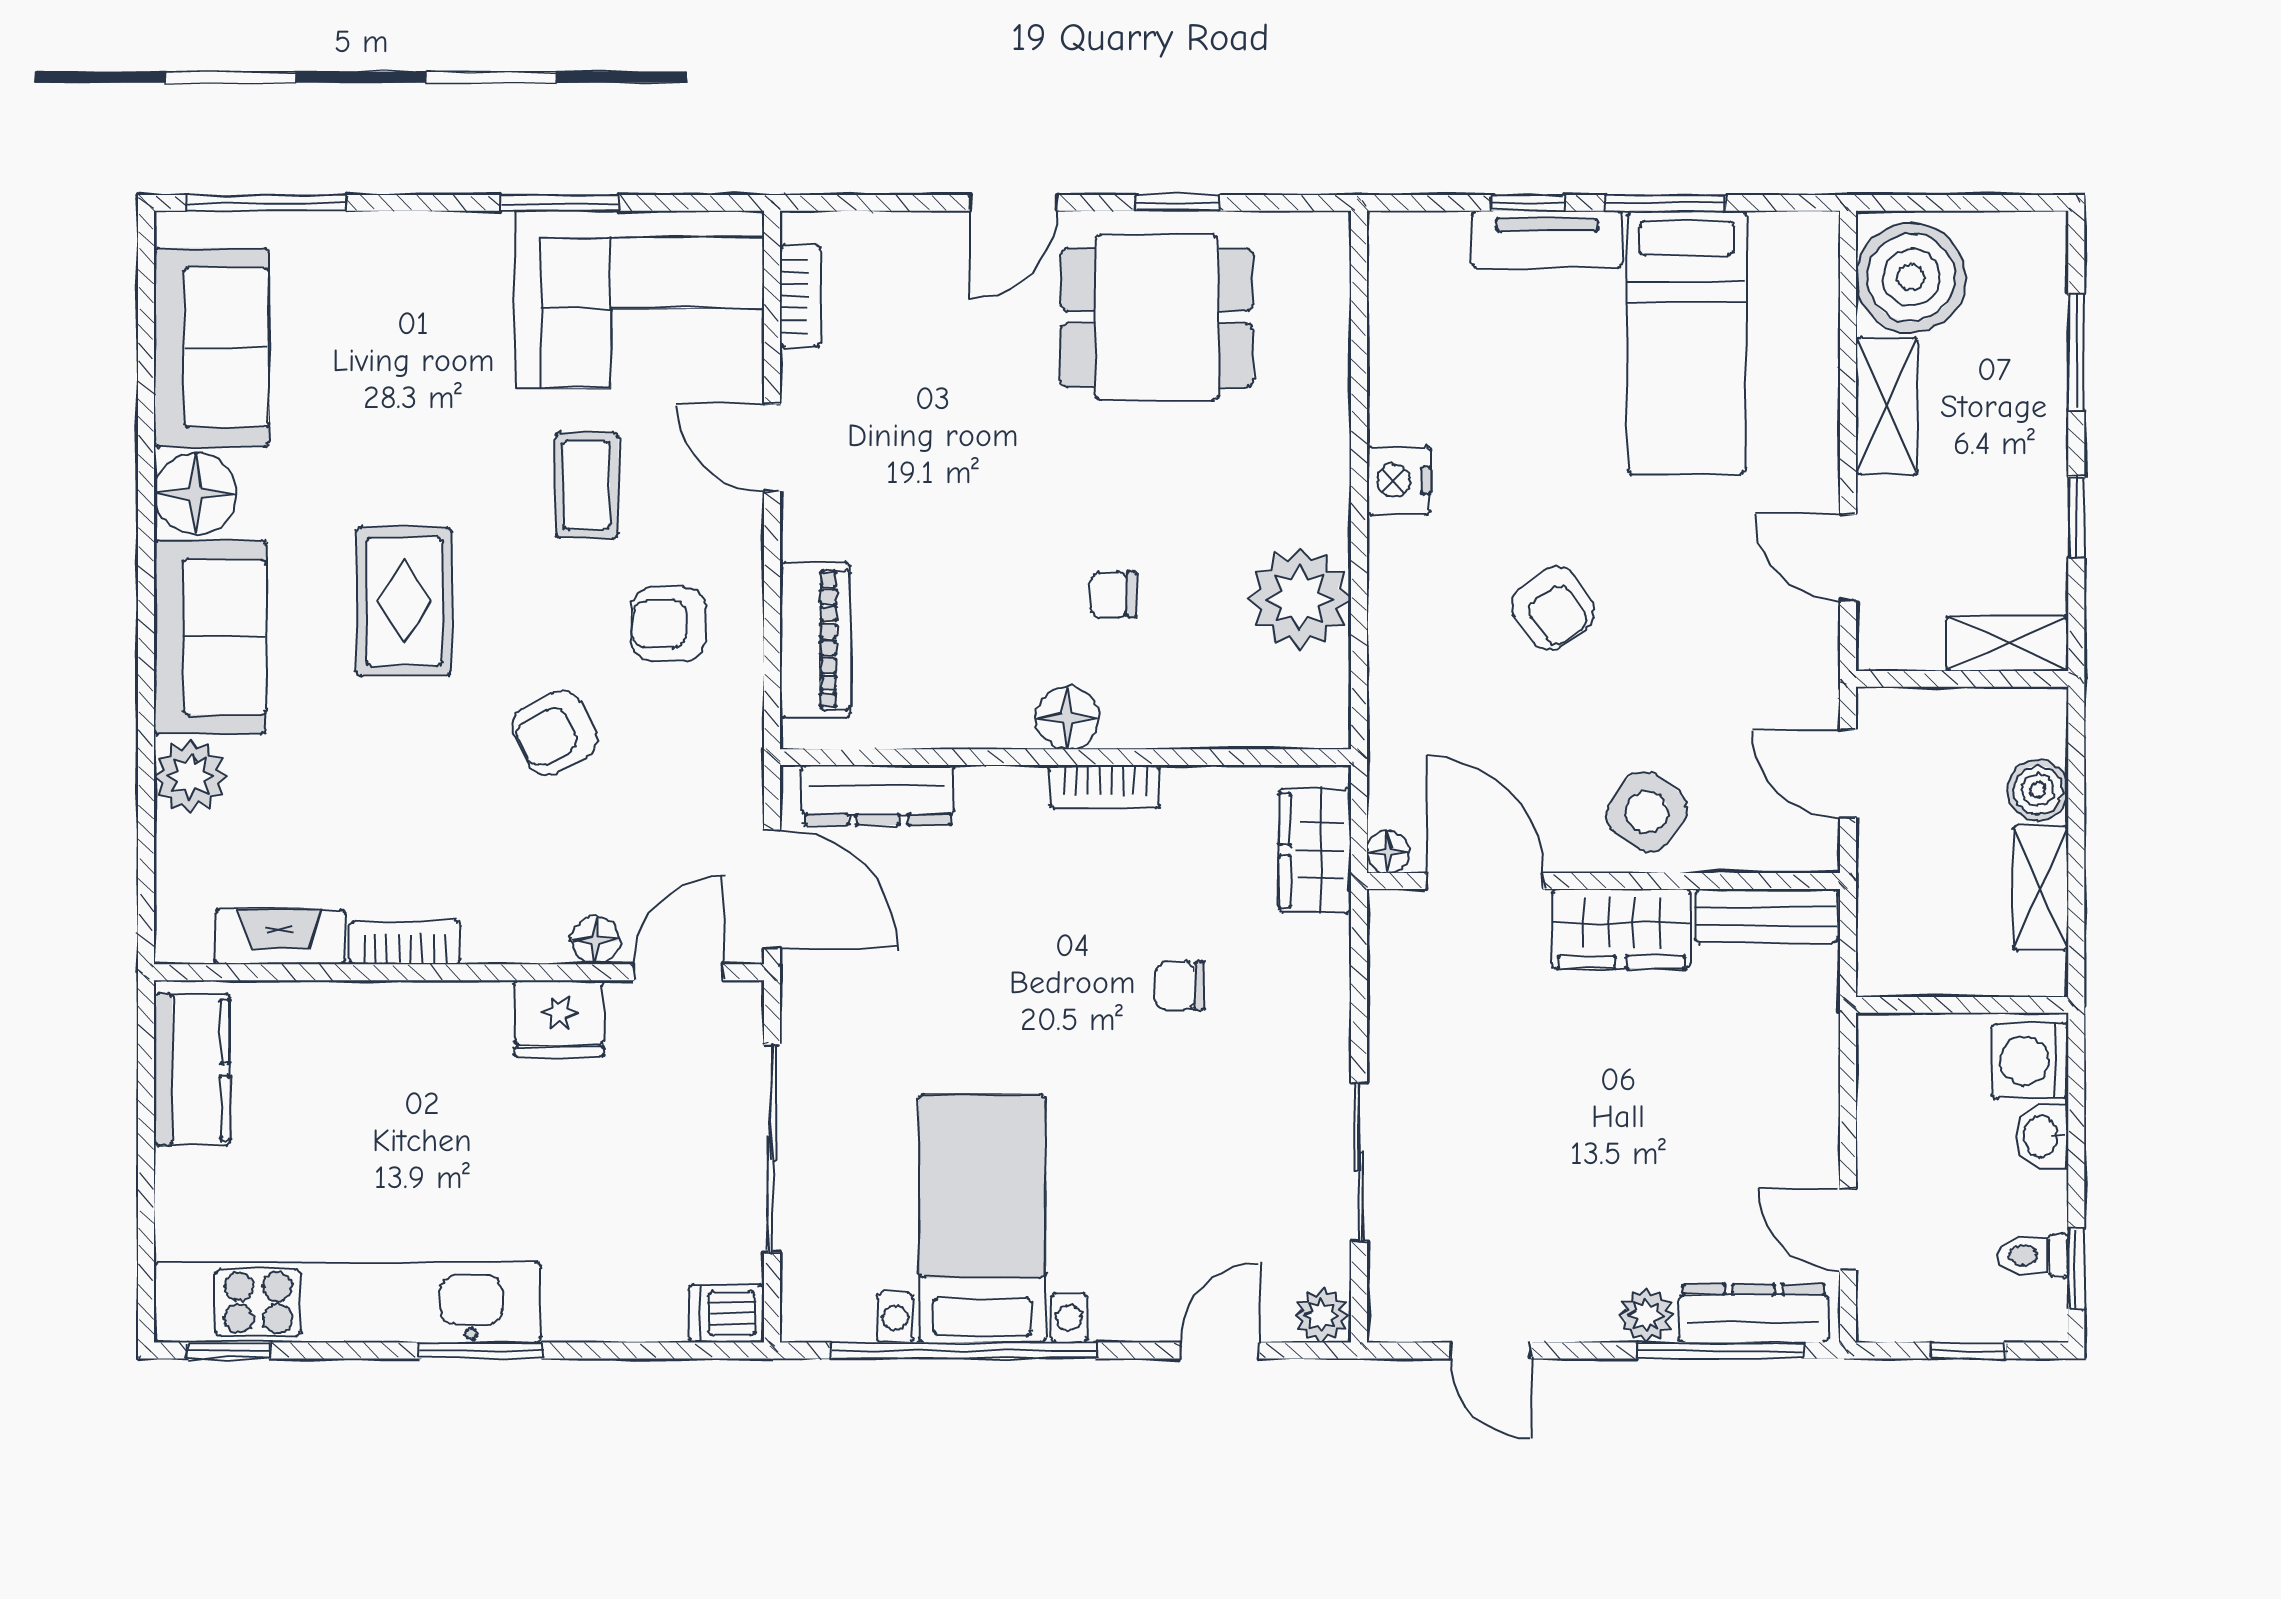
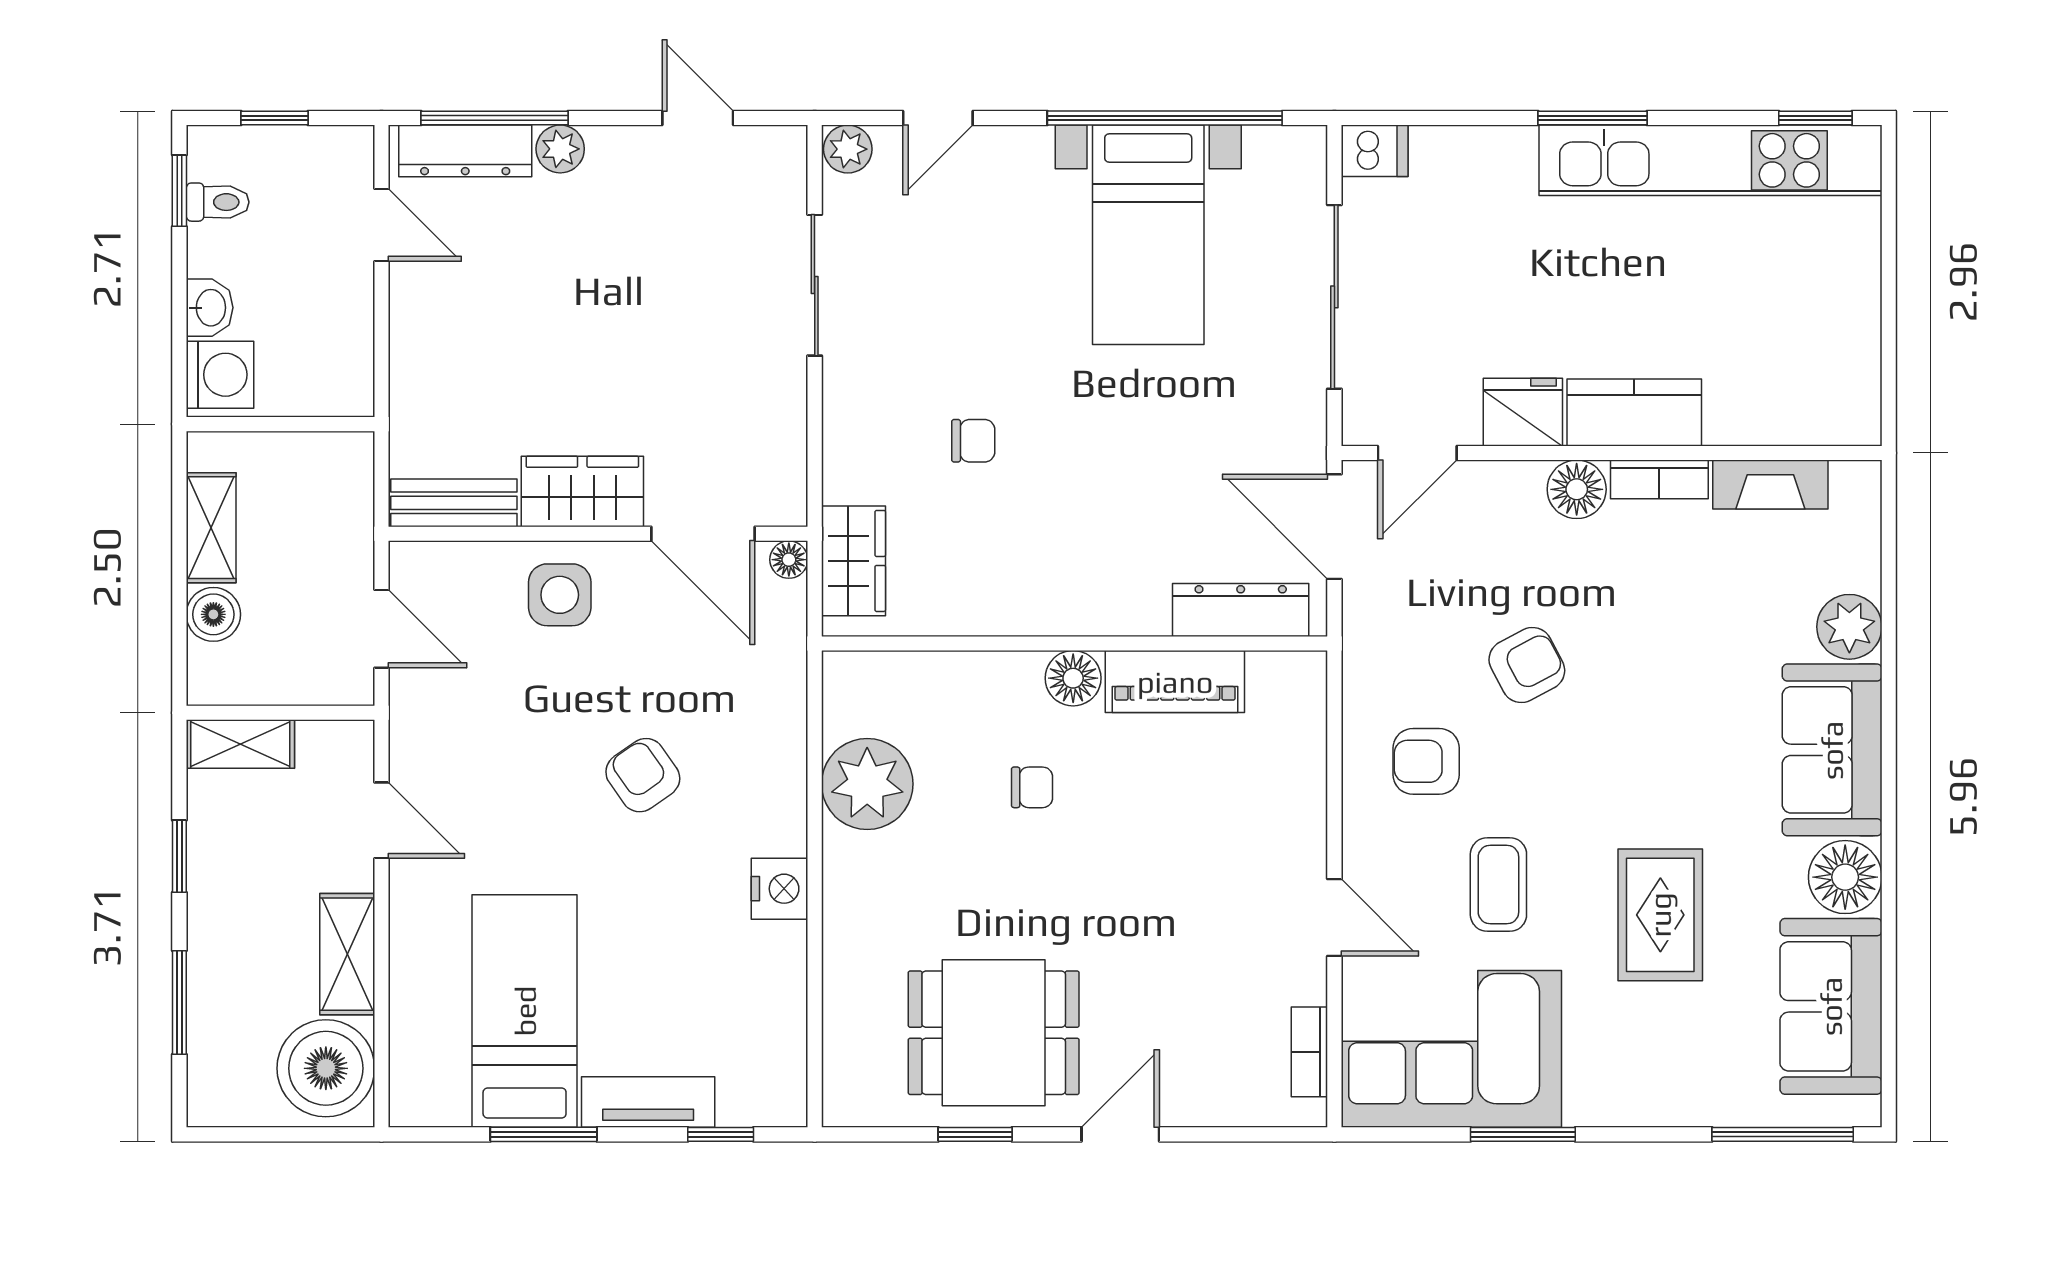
window: (1529, 203) -> (721, 1134), moved
rug: (404, 602) -> (1660, 915), moved
armchair: (668, 624) -> (1426, 761), turned 180
piano: (815, 640) -> (1175, 682), moved, turned -90
bookcase: (1105, 787) -> (1040, 617), removed
side table: (1647, 812) -> (560, 595), turned -36
floor lamp: (596, 940) -> (1577, 489), moved, width x1.37, depth x1.37
kitchen counter: (192, 1069) -> (1634, 412), moved, turned 90

